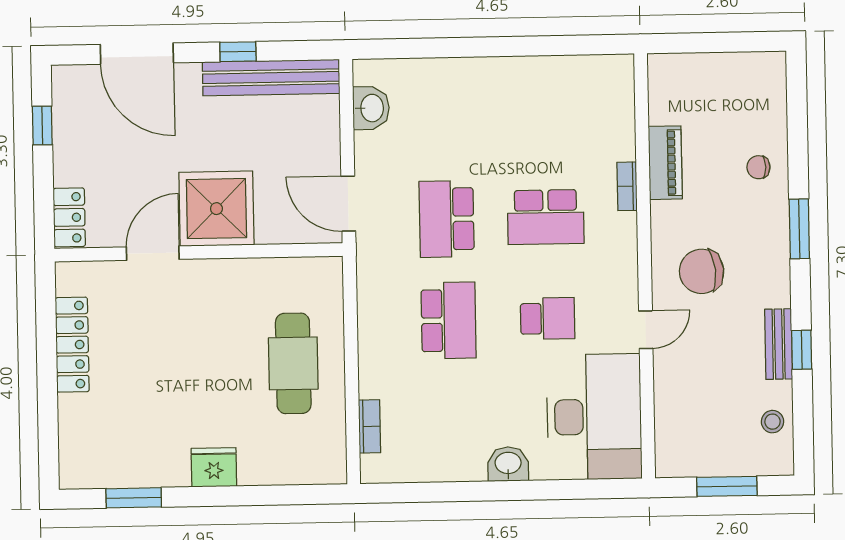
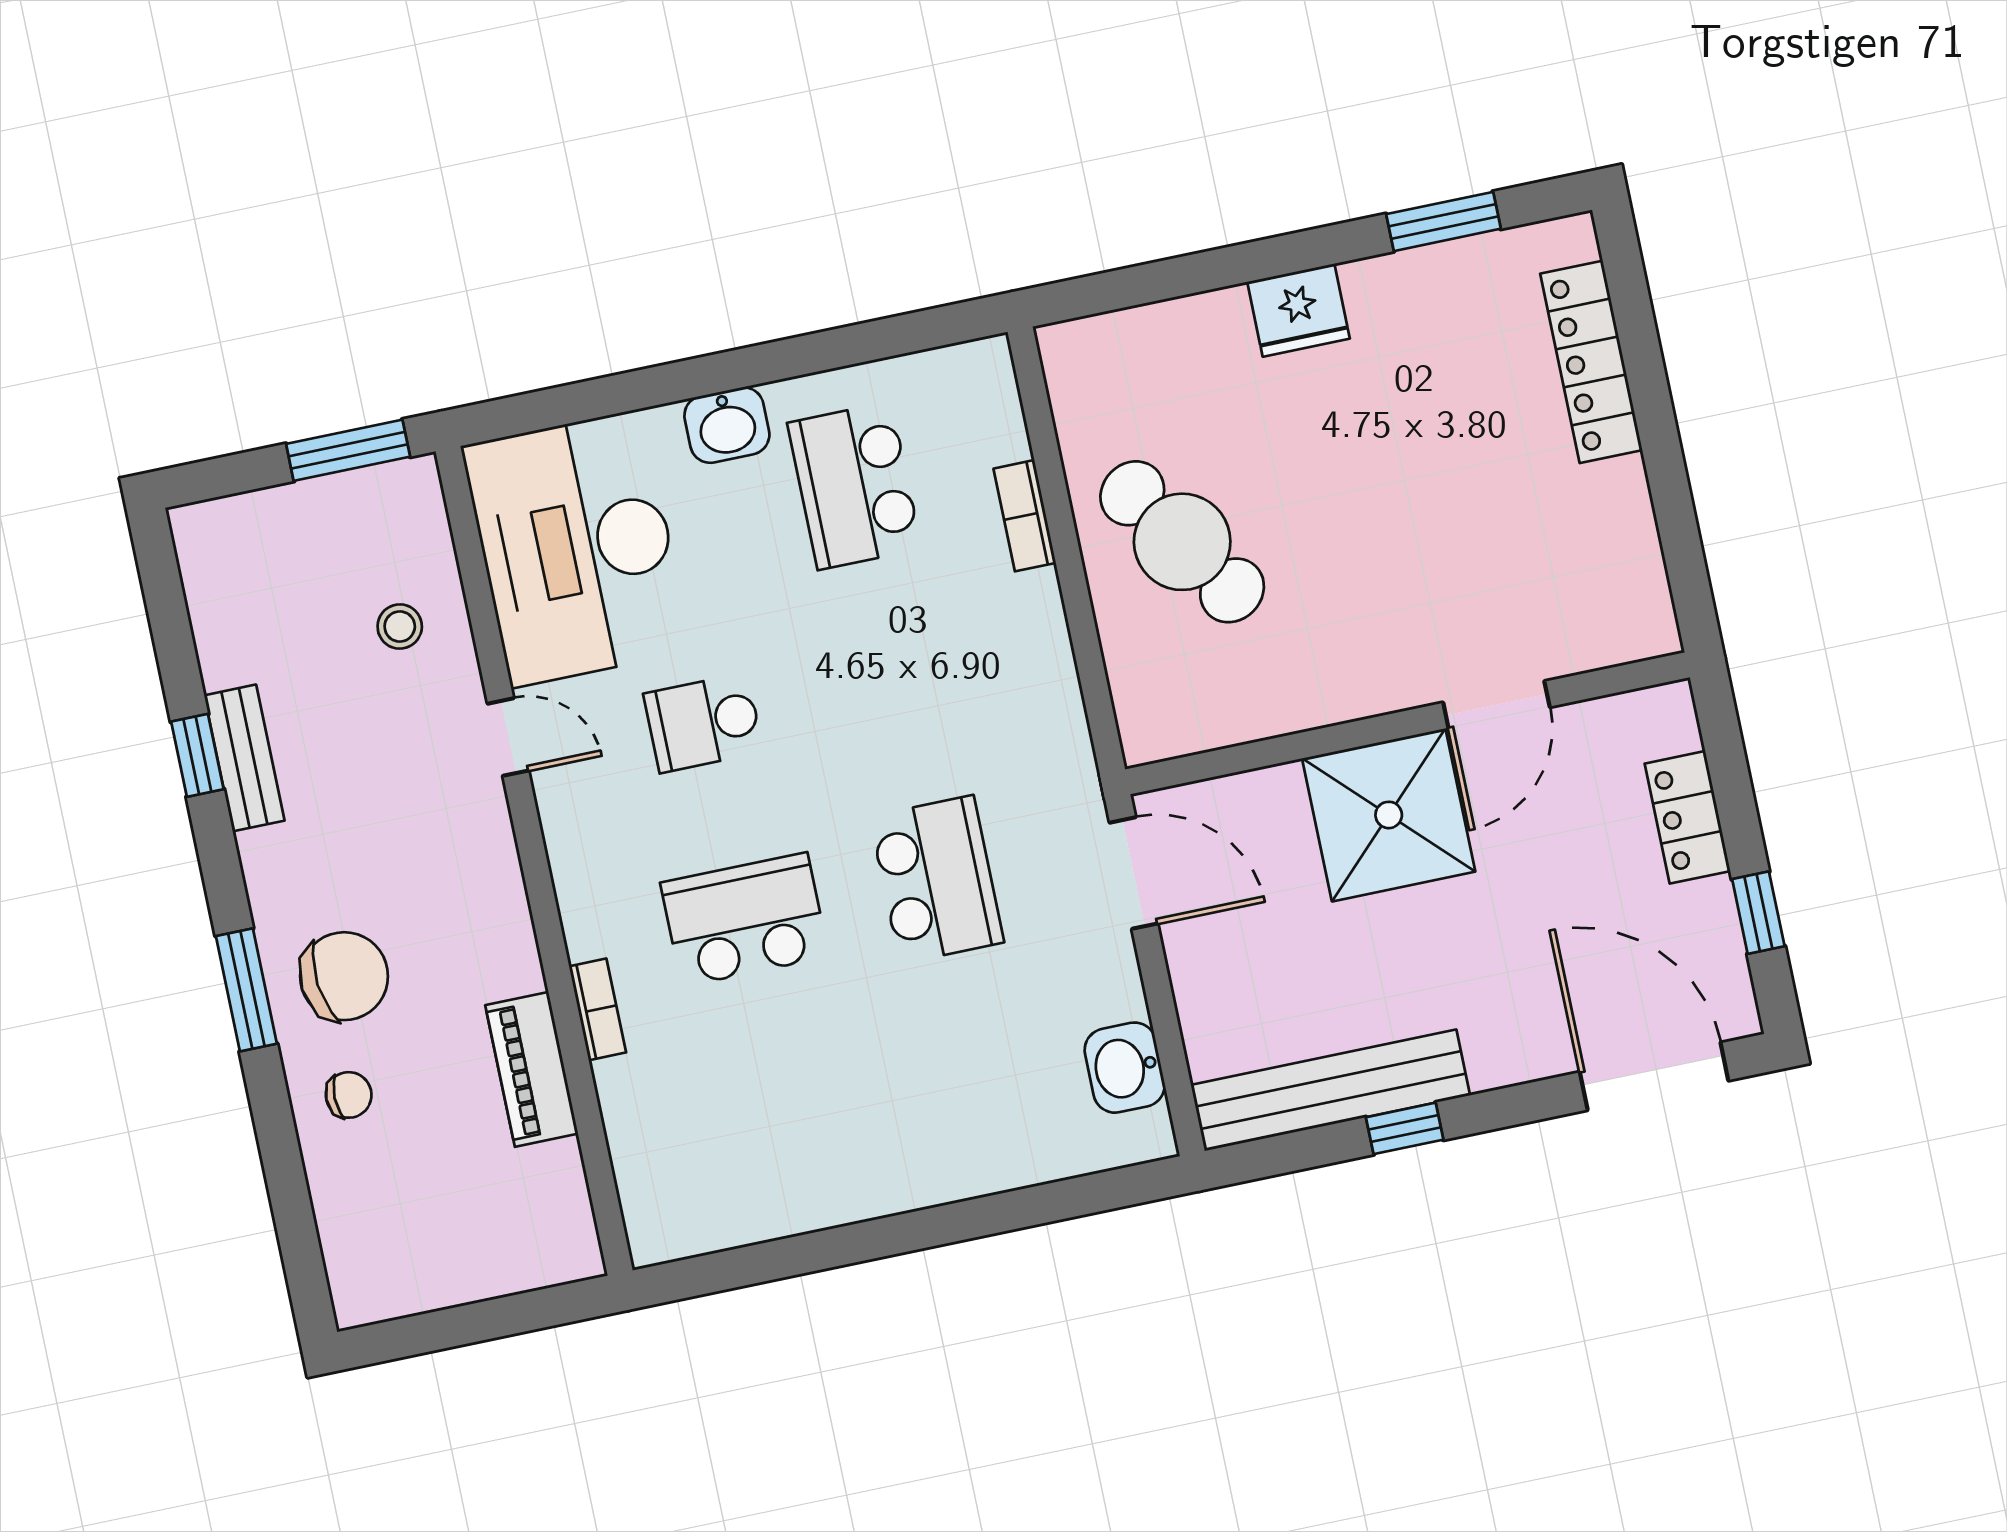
door: (137, 54) -> (1654, 1076), moved
locker: (69, 217) -> (1687, 817), moved
chair: (702, 271) -> (344, 976), moved
school desk: (449, 320) -> (854, 486), moved
door: (646, 330) -> (508, 737), swing flipped
locker: (72, 345) -> (1591, 362), moved
cafe table: (293, 363) -> (1182, 542), turned -34
stool: (772, 422) -> (400, 626), moved
bookcase: (370, 426) -> (1025, 516), moved
window: (727, 486) -> (348, 450), moved

